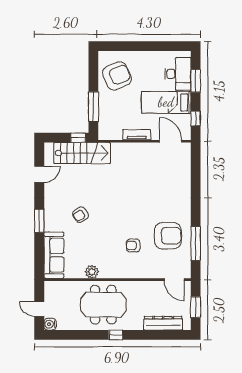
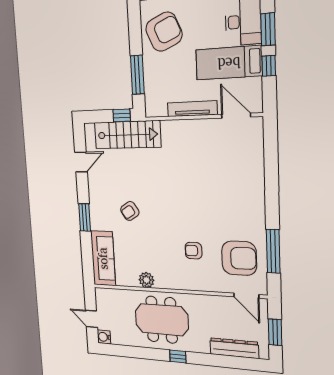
window: (196, 119) -> (269, 66), moved
tv unit: (137, 135) -> (192, 109), width x1.41
armchair: (168, 236) -> (239, 258), moved

